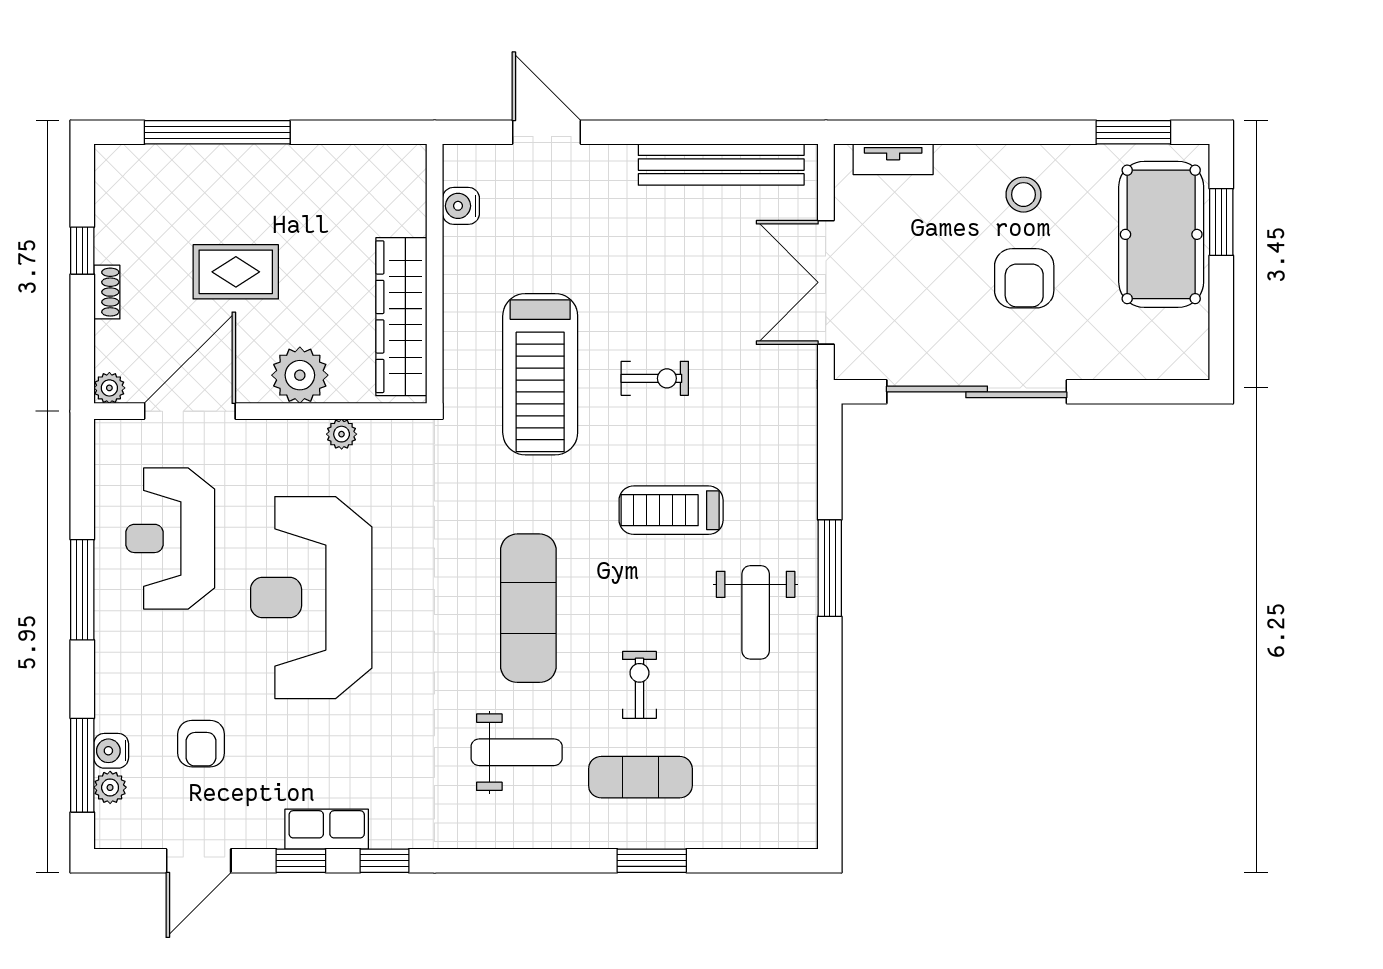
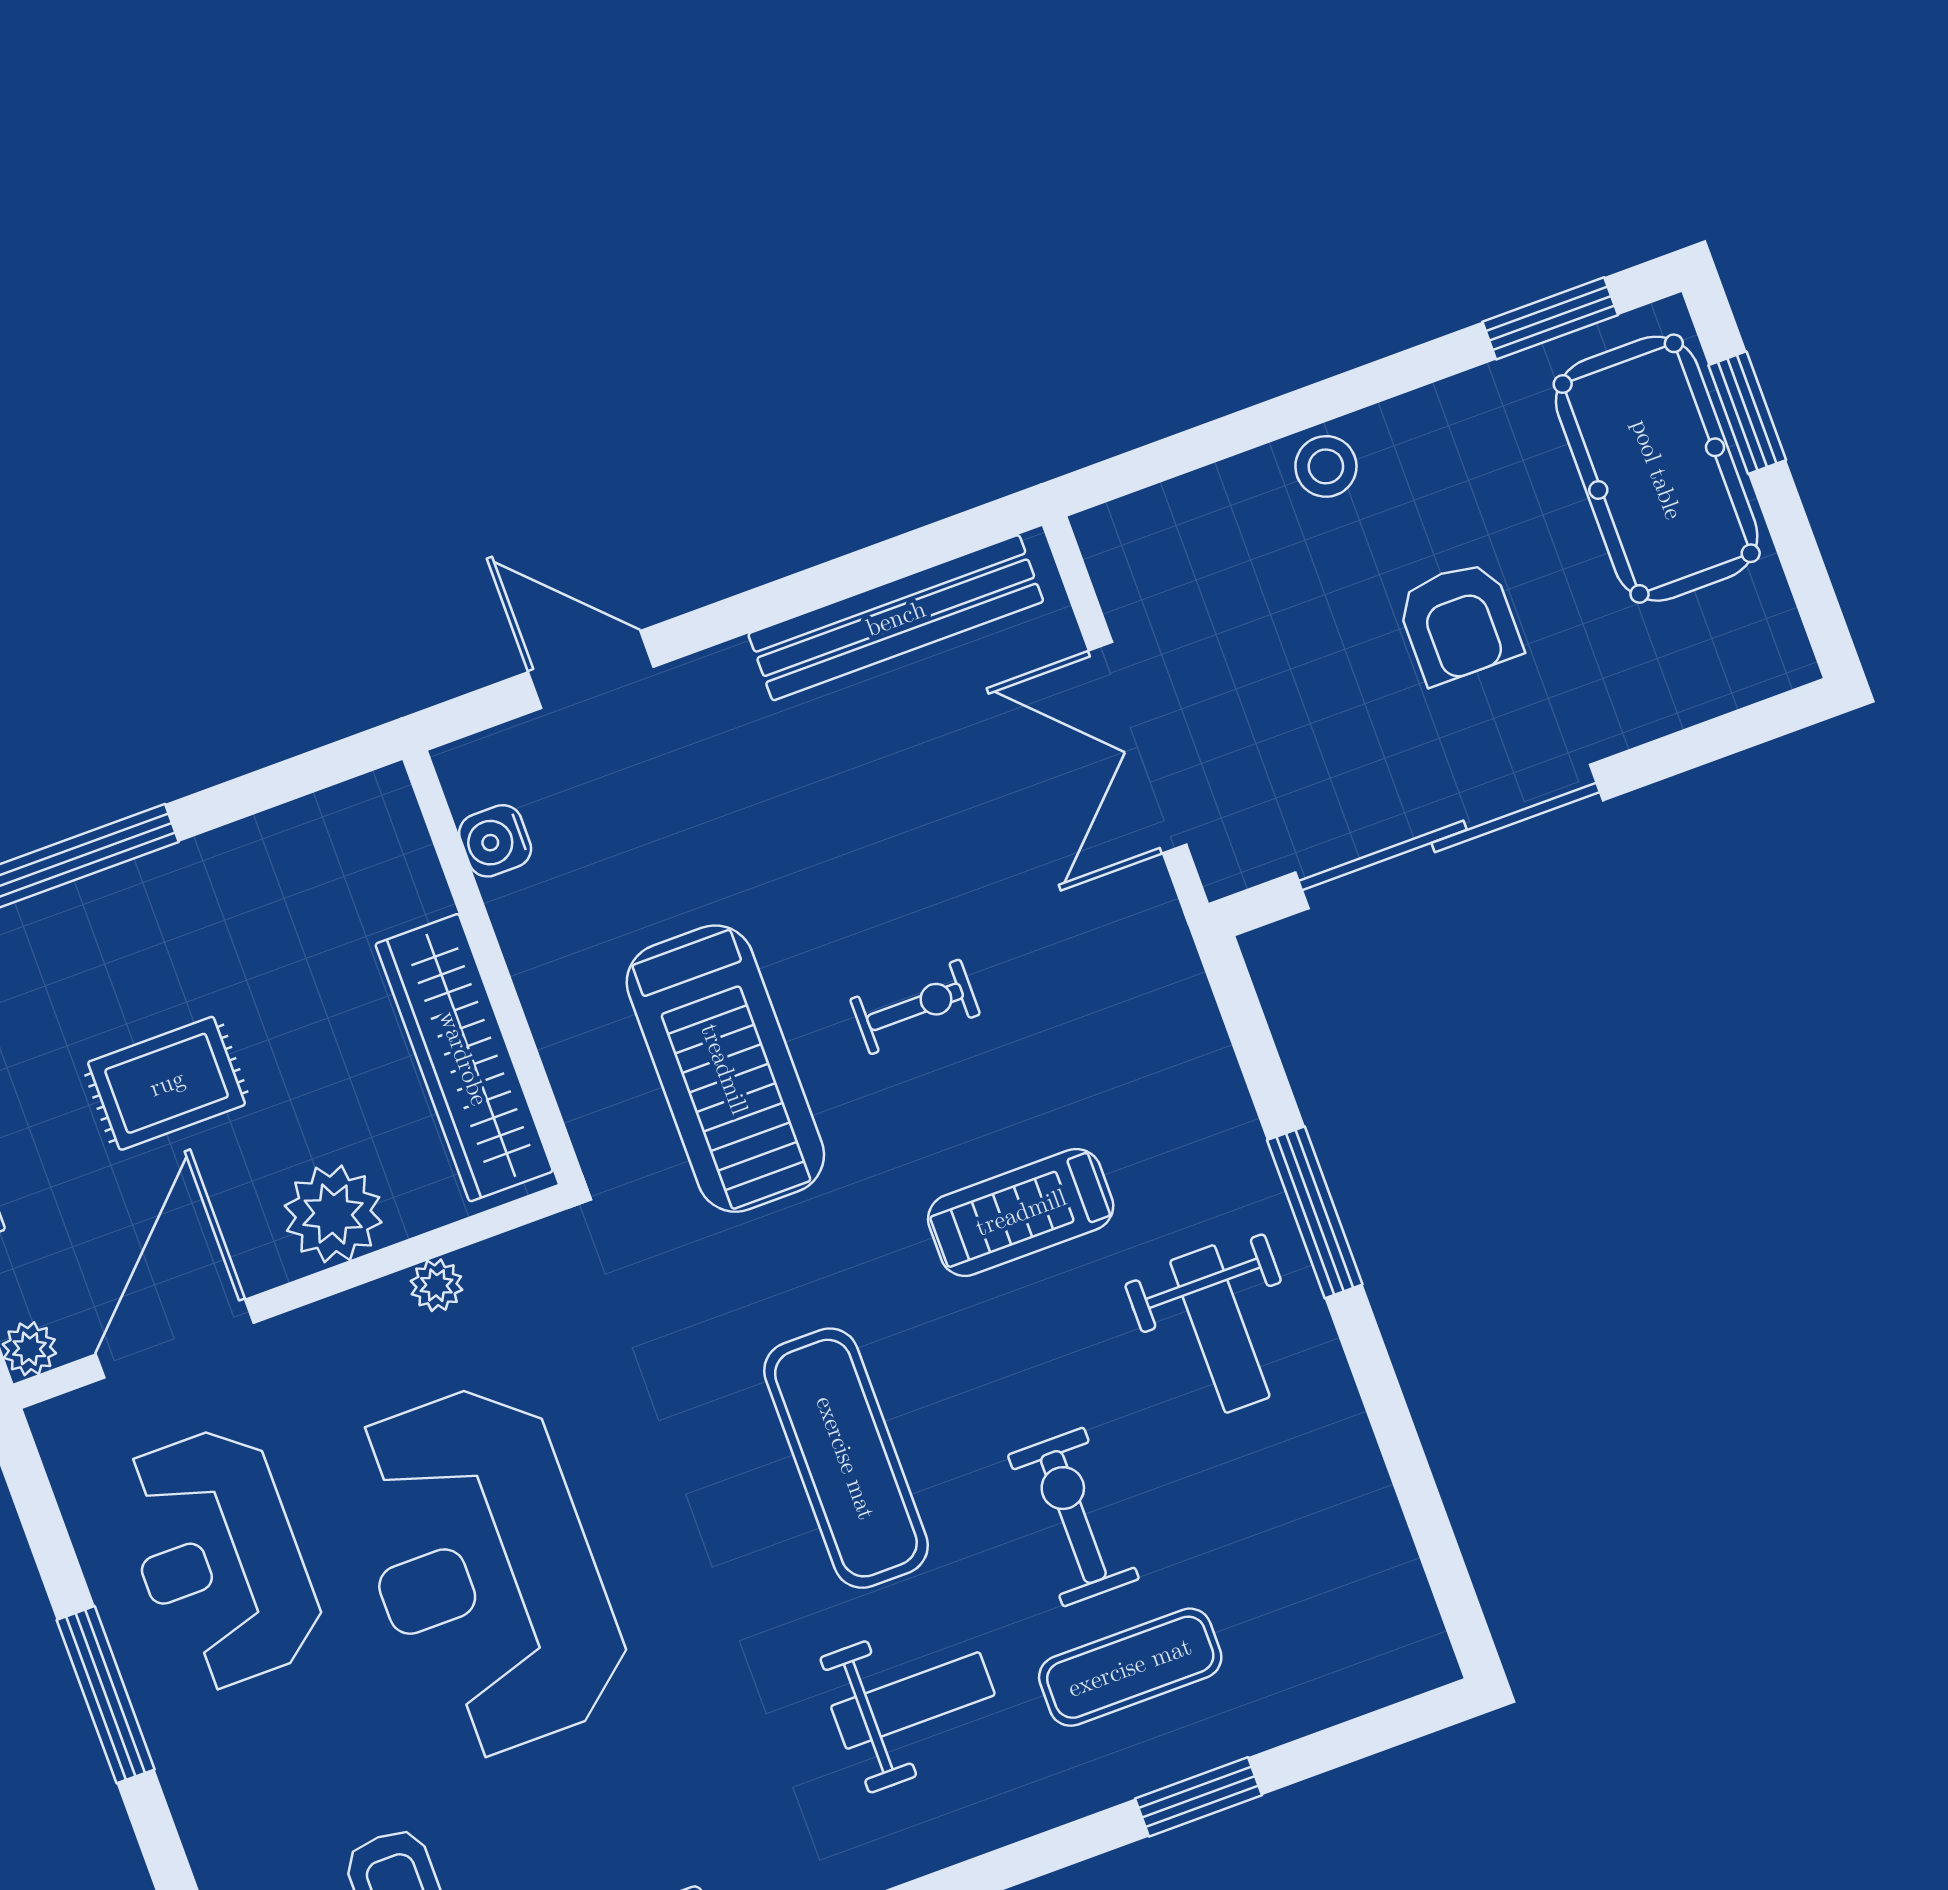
tv unit: (893, 159) -> (1174, 506), removed
stool: (1023, 195) -> (1326, 466), moved
exercise bike: (639, 685) -> (1073, 1517), width x1.38, depth x1.39

